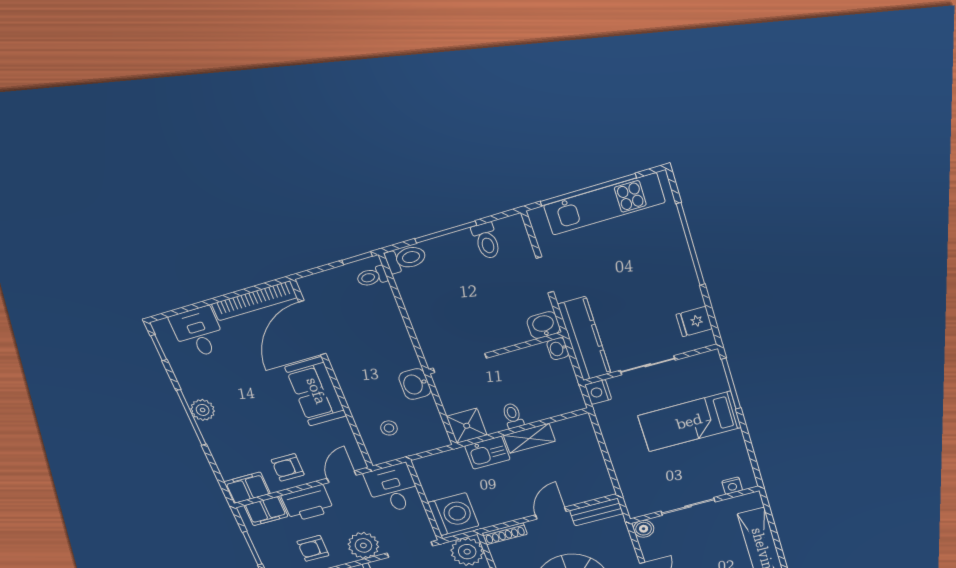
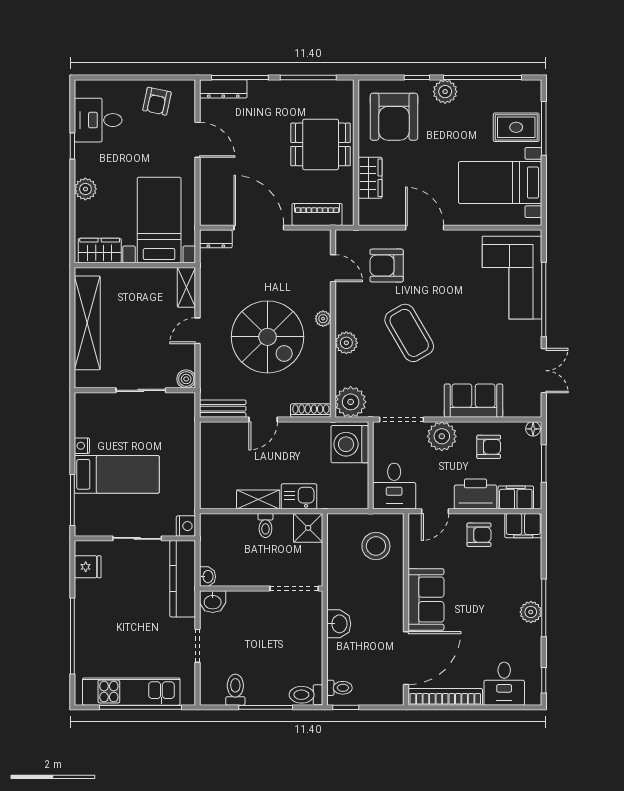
washbasin: (415, 384) -> (339, 624), moved
stool: (389, 428) -> (376, 546), width x1.89, depth x1.89
nightstand: (732, 486) -> (82, 446), moved, turned -90

